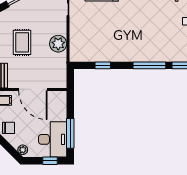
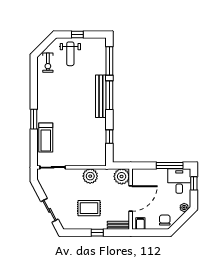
bench: (148, 56) -> (101, 96), added
plant: (58, 79) -> (122, 176), added
desk: (53, 139) -> (179, 181), width x0.73

